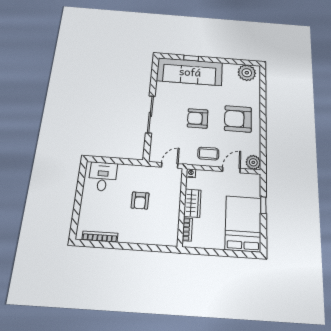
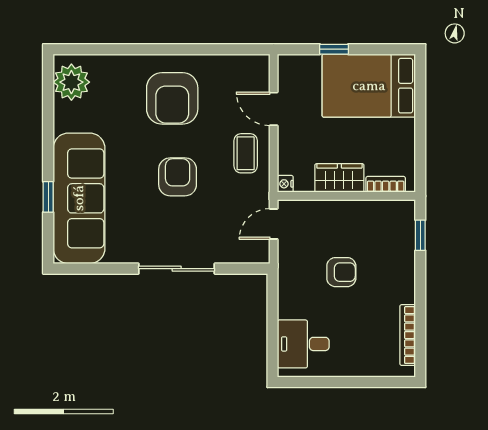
armchair: (198, 118) -> (178, 177), turned 180
plant: (253, 162) -> (256, 68), removed
door: (170, 165) -> (274, 224), hinge flipped
window: (157, 248) -> (420, 235), added

